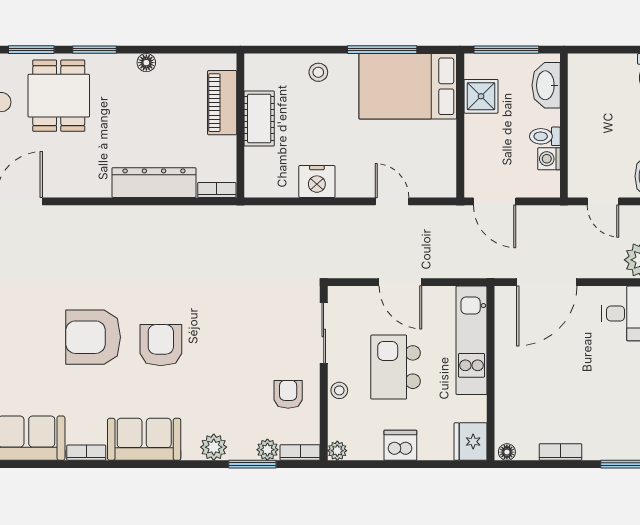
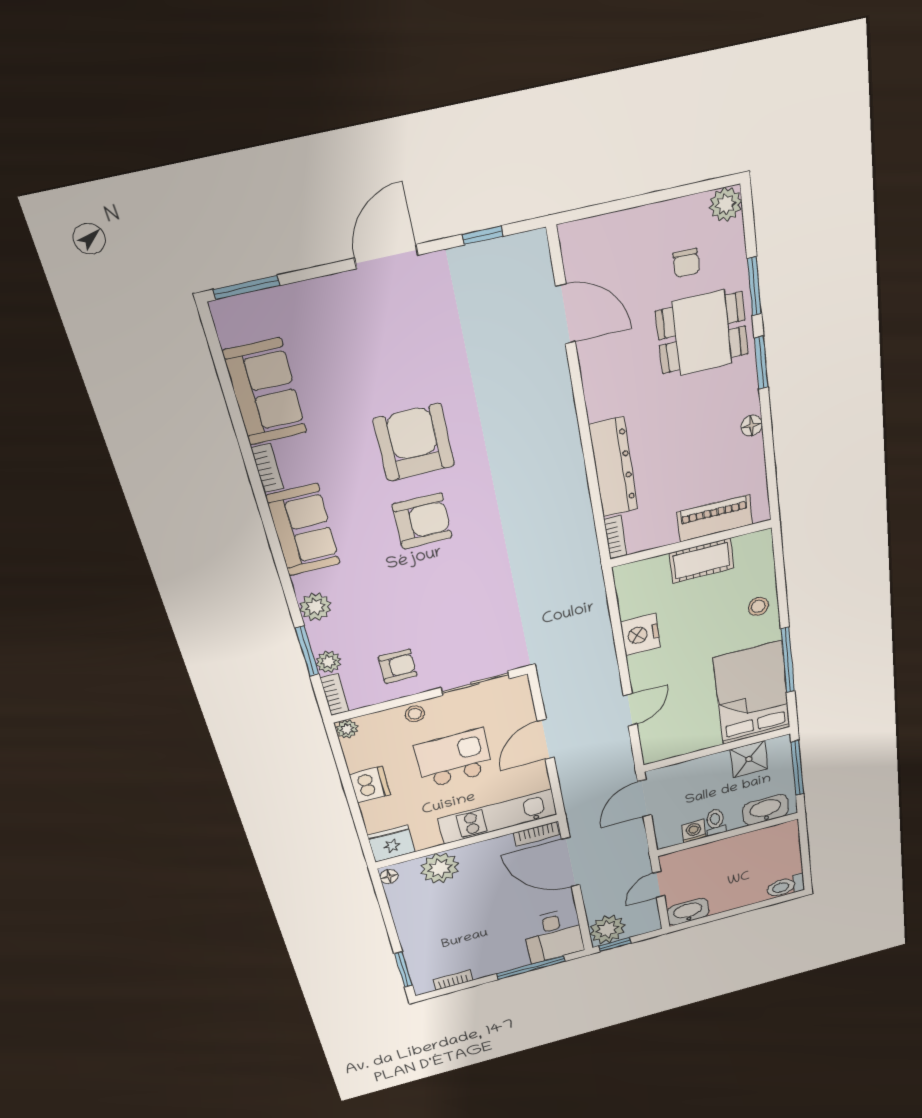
plant: (513, 404) -> (440, 868), added
bookcase: (560, 452) -> (536, 834), moved, turned 90

